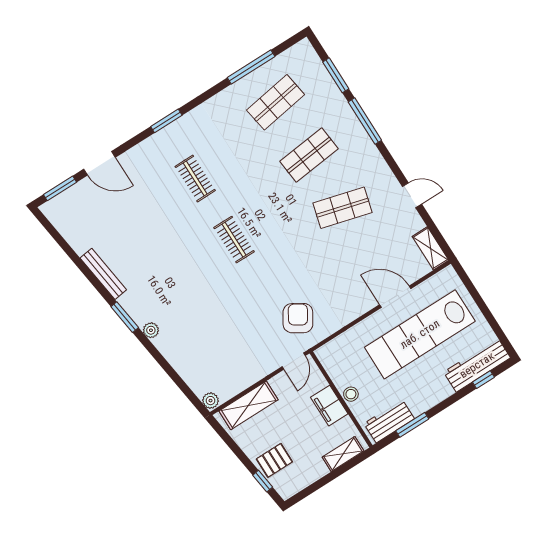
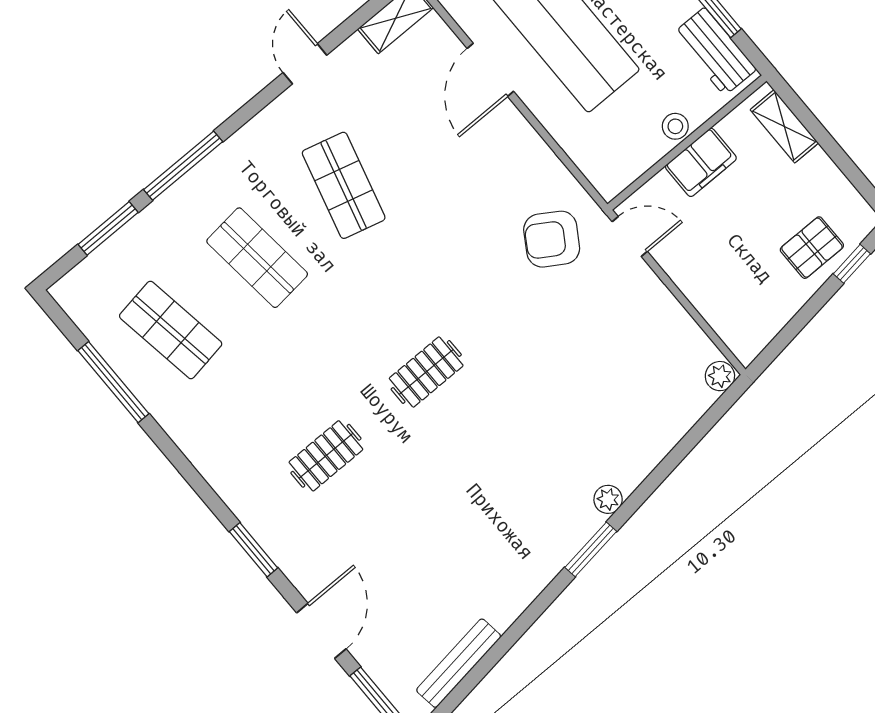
window: (166, 121) -> (254, 550), moved
bench: (103, 274) -> (459, 663), moved
shelving: (249, 405) -> (719, 307), removed
pallet: (274, 460) -> (812, 248), turned 90

